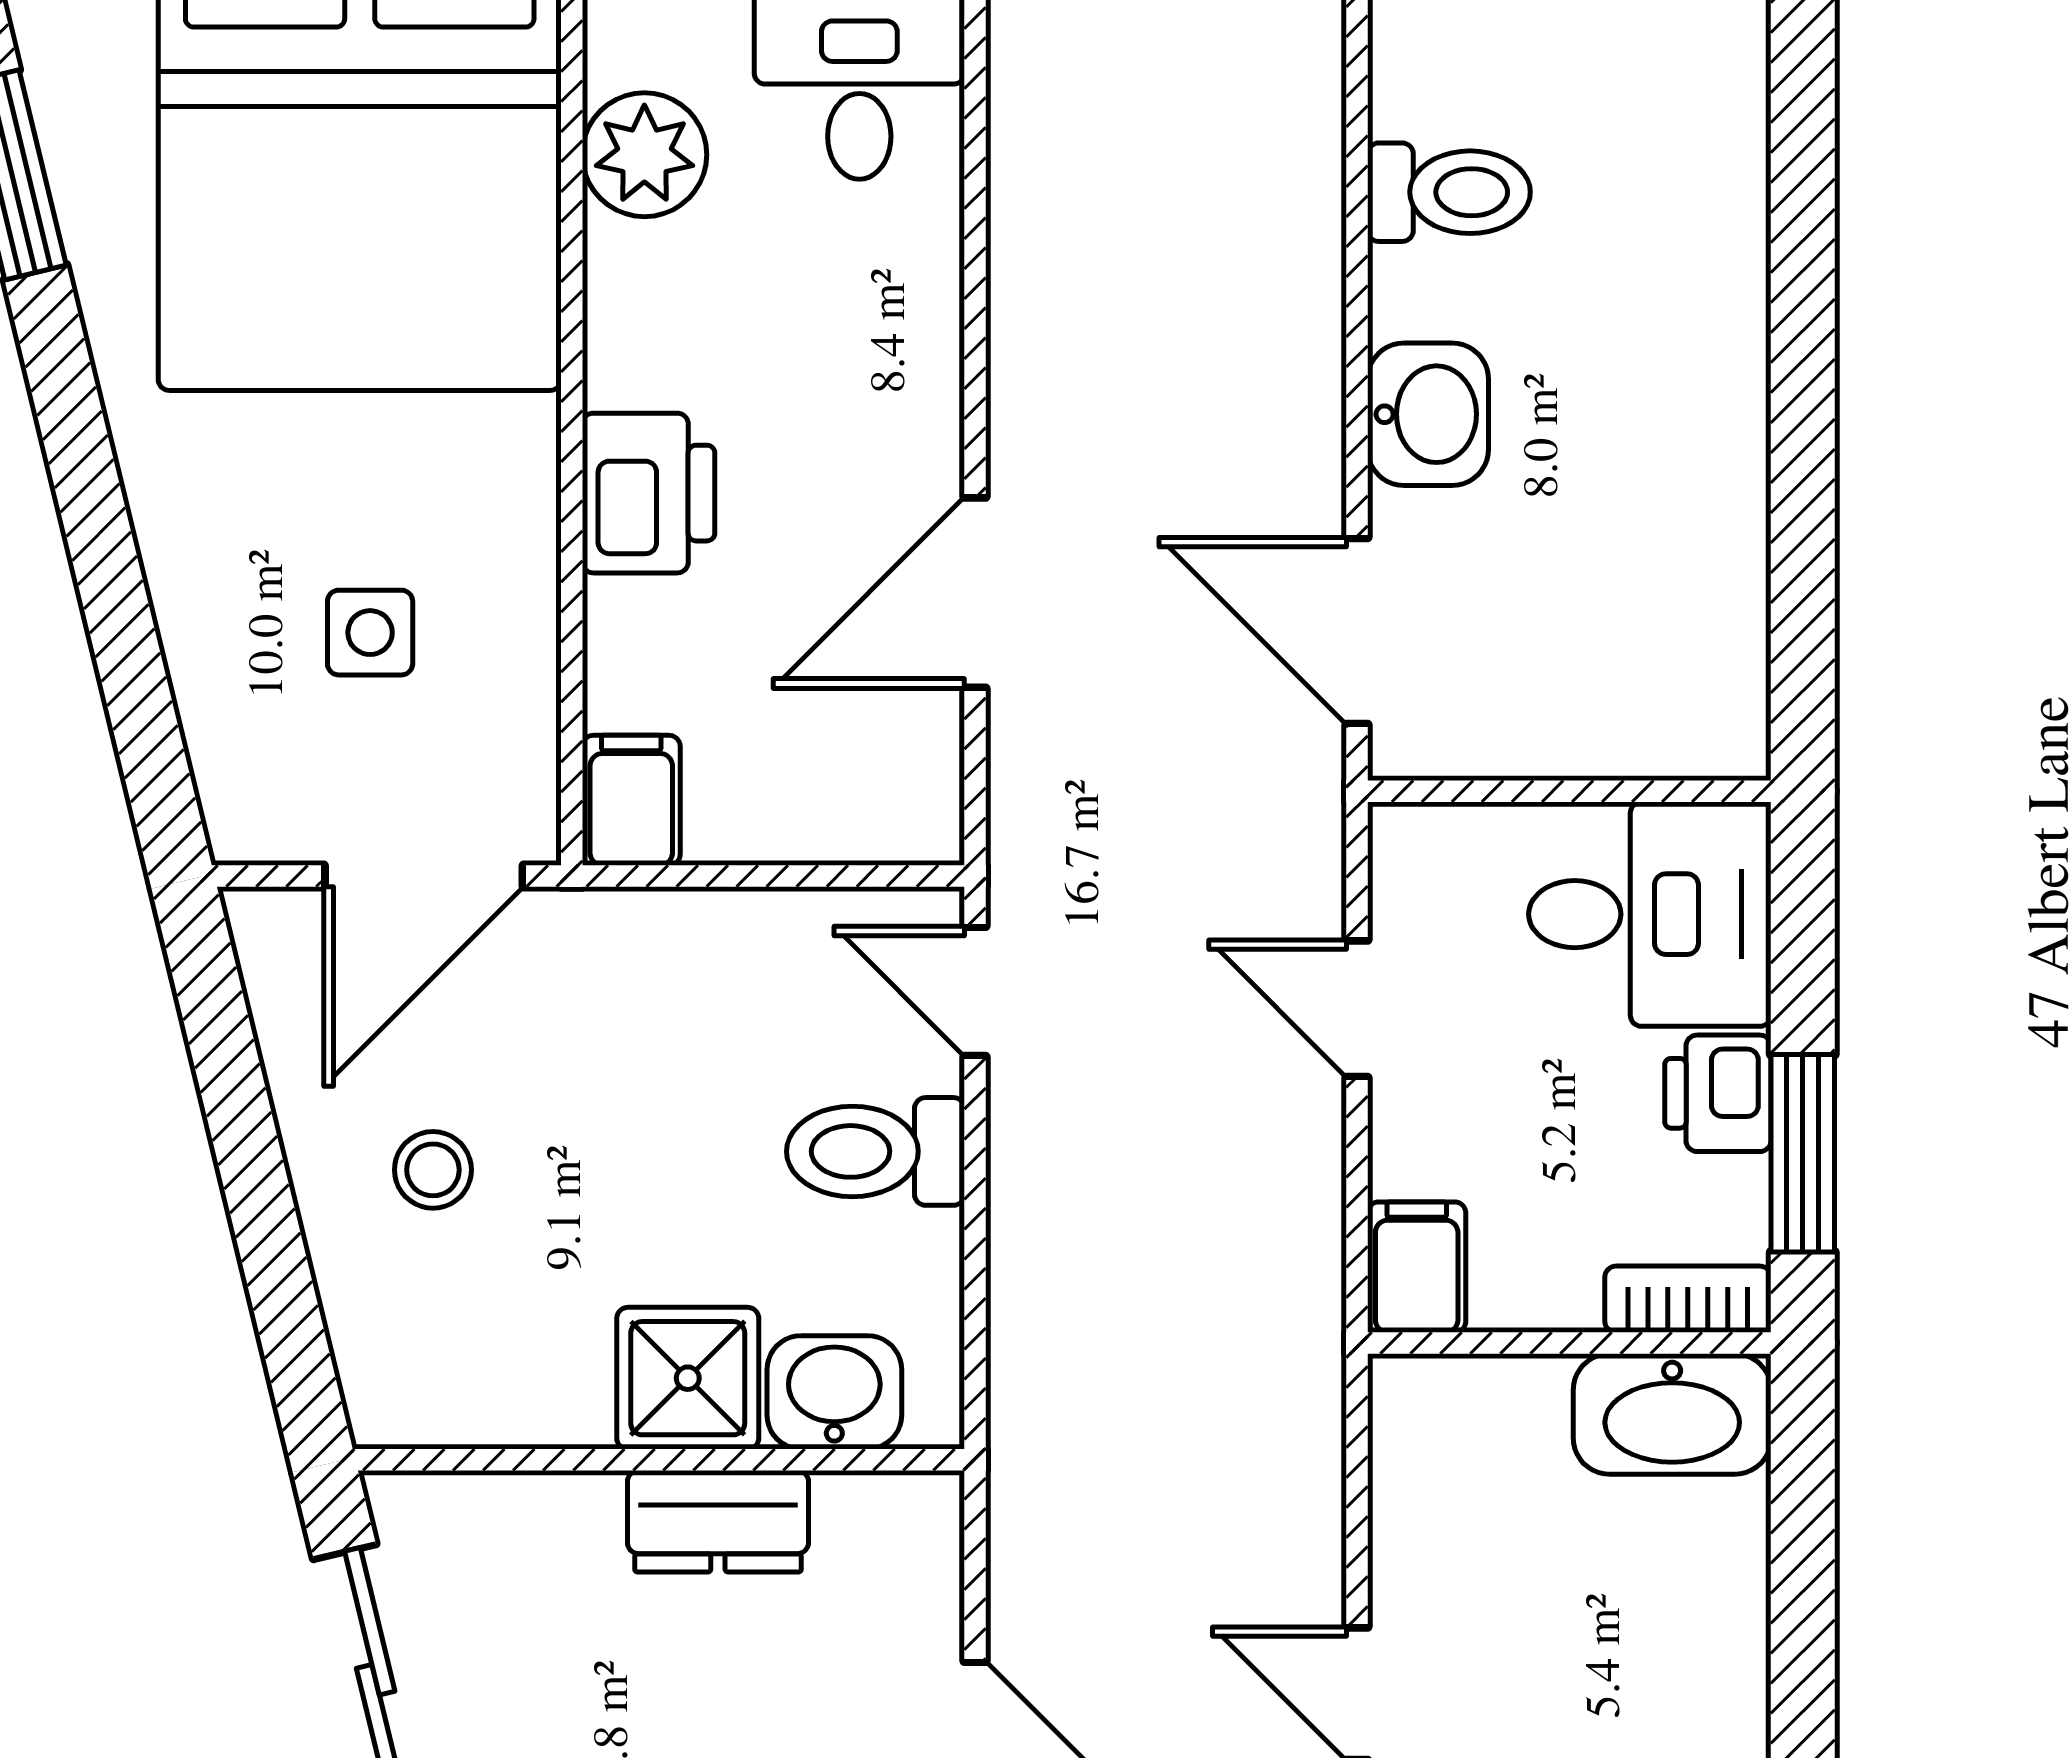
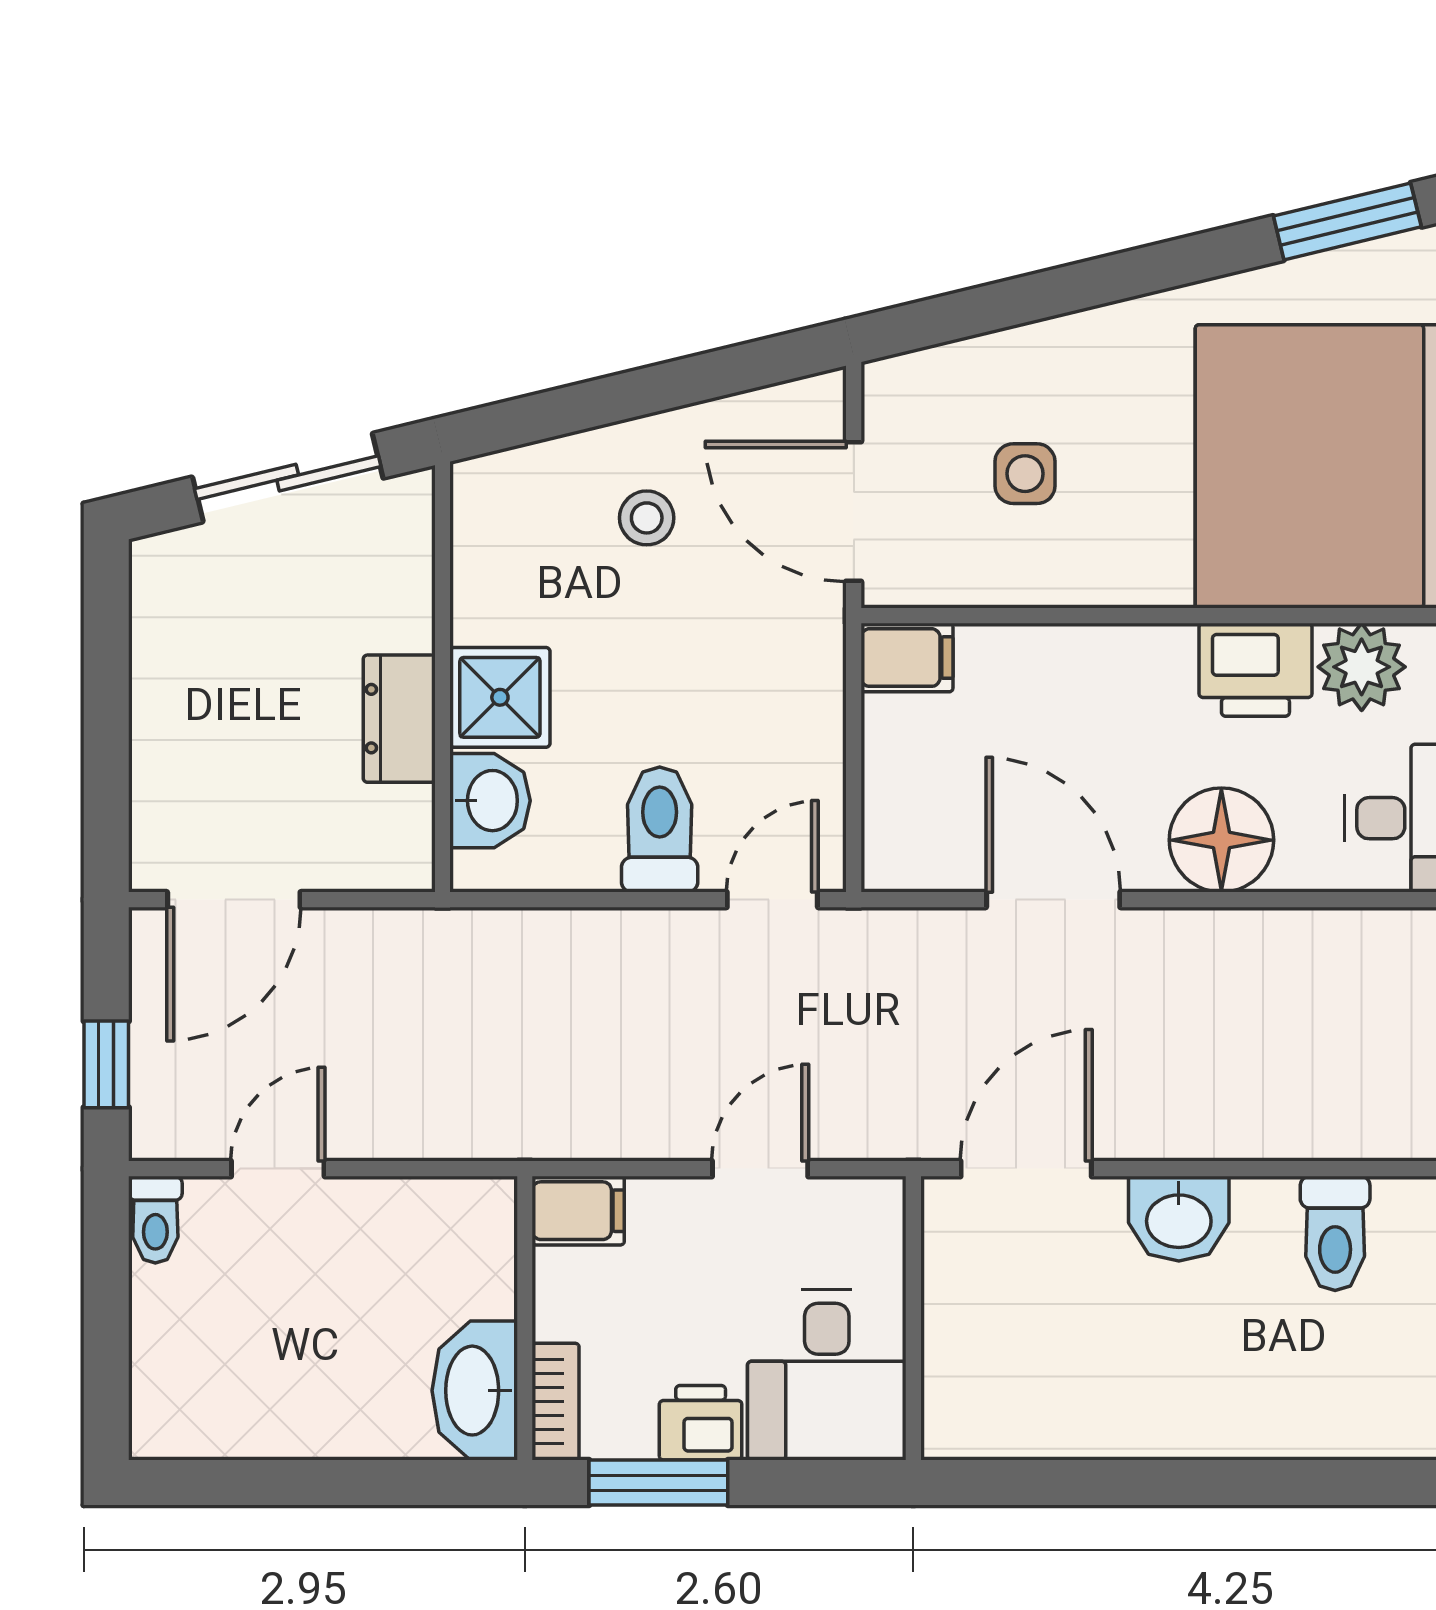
floor lamp: (890, 354) -> (1221, 840), added
printer: (649, 493) -> (1255, 670), moved

